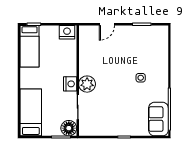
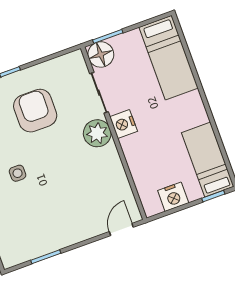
door: (107, 24) -> (121, 229), moved
nightstand: (67, 32) -> (173, 197), moved
armchair: (118, 110) -> (35, 111), added

